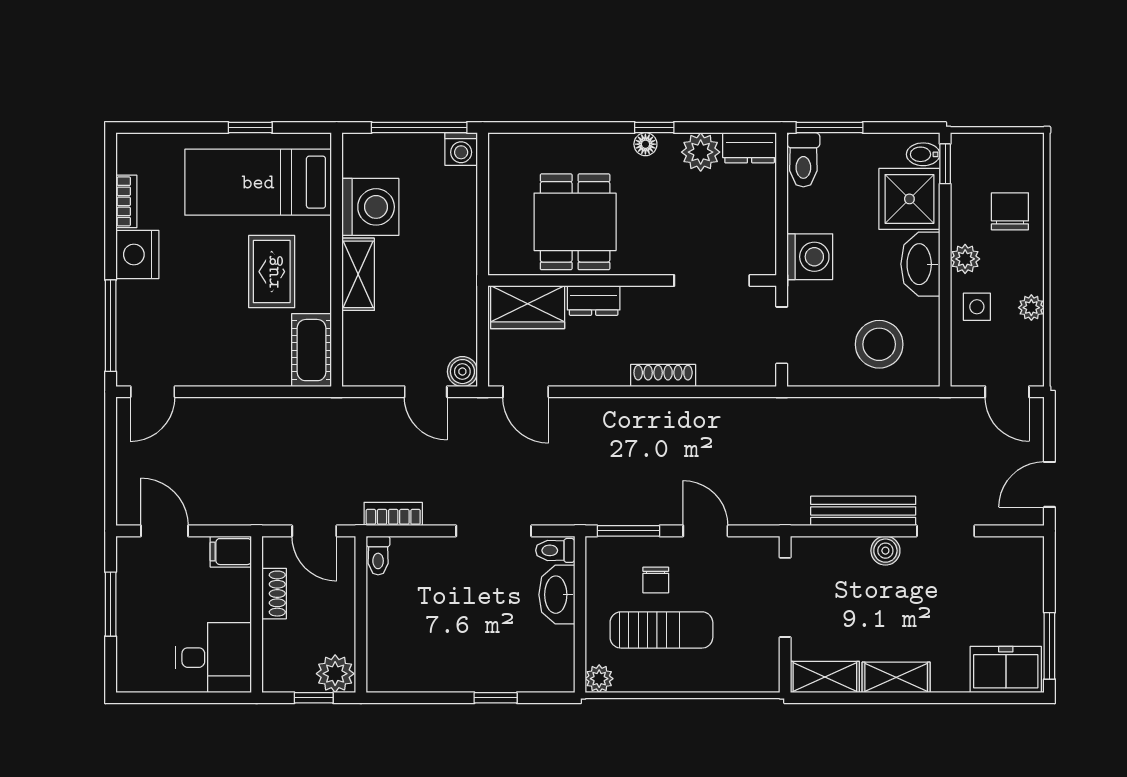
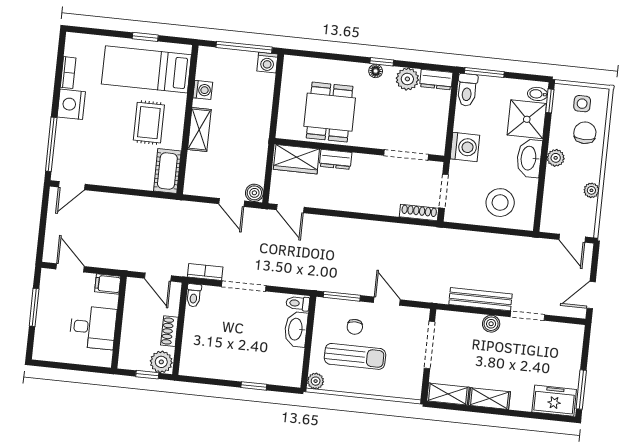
washing machine: (370, 207) -> (203, 90), width x0.53, depth x0.53
side table: (977, 307) -> (582, 104), moved
shoe rack: (663, 376) -> (419, 212), moved
doorway: (494, 531) -> (244, 286), moved
shoe rack: (274, 594) -> (169, 331), moved, turned 180
desk: (214, 658) -> (93, 327), moved

